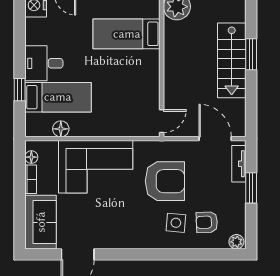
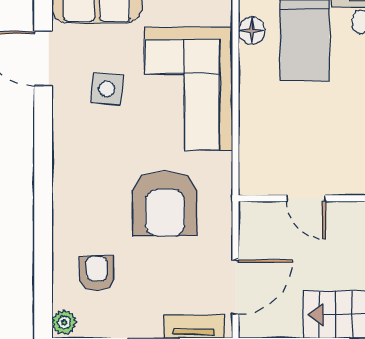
door: (162, 121) -> (306, 198), moved
side table: (176, 223) -> (107, 89), moved

